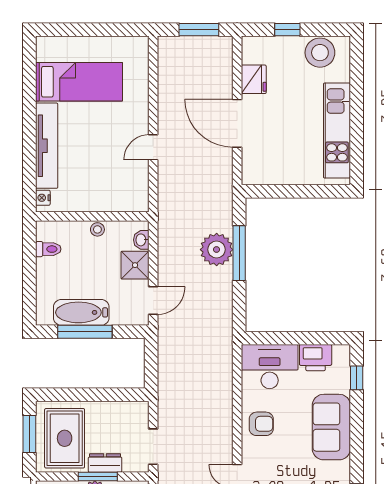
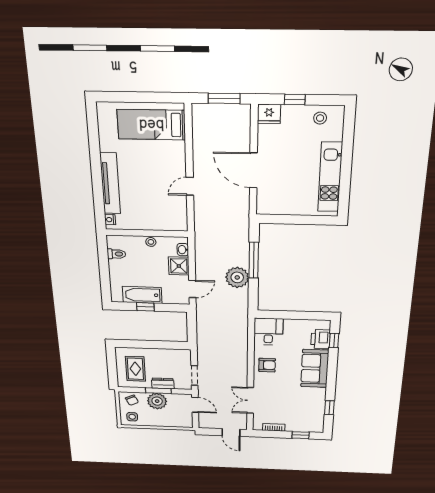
stool: (320, 53) -> (320, 118), width x0.53, depth x0.53
fridge: (254, 79) -> (269, 114), moved, turned 90
bed: (79, 82) -> (151, 125), moved, turned 180
plant: (217, 250) -> (237, 277), moved
window: (85, 332) -> (145, 307), width x0.46
printer: (316, 358) -> (320, 339), moved, turned 90
desk: (270, 367) -> (268, 332), width x0.73
window: (29, 434) -> (112, 366), removed
rug: (65, 438) -> (135, 369), width x0.73, depth x0.70

